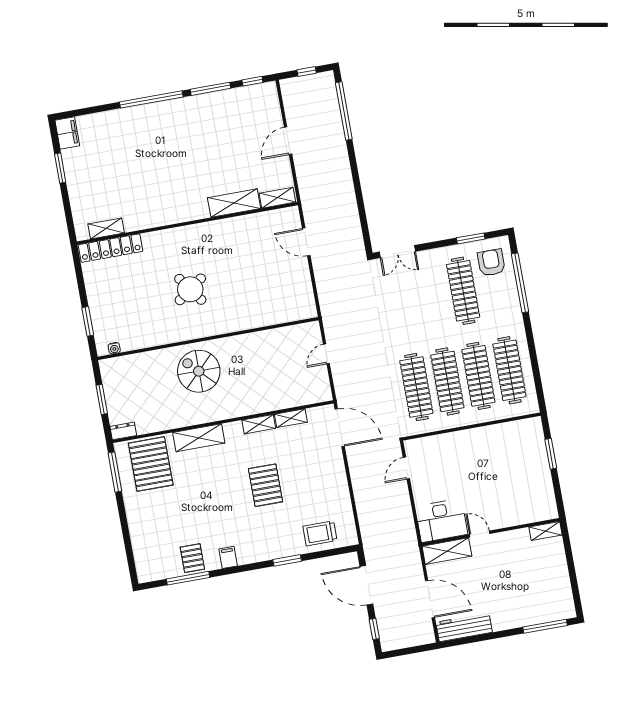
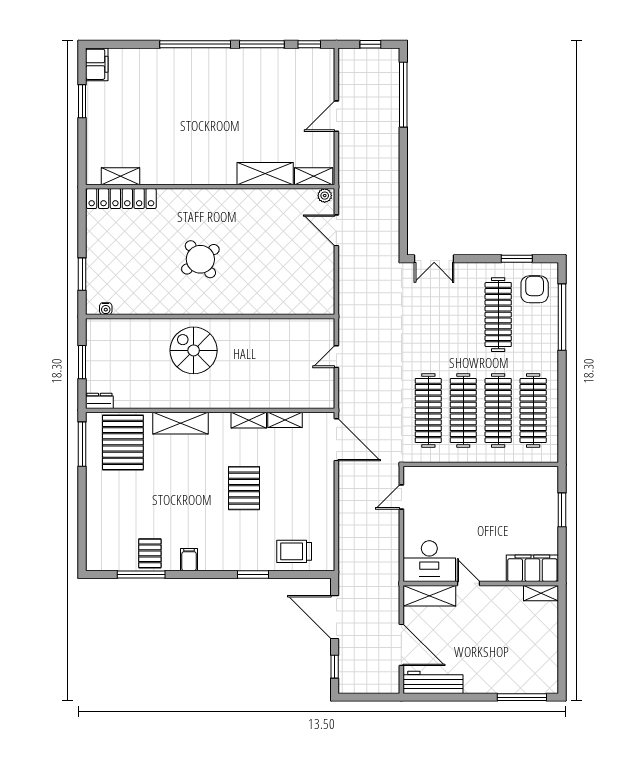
plant: (290, 213) -> (325, 196), added
filing cabinet: (534, 510) -> (532, 568), added

